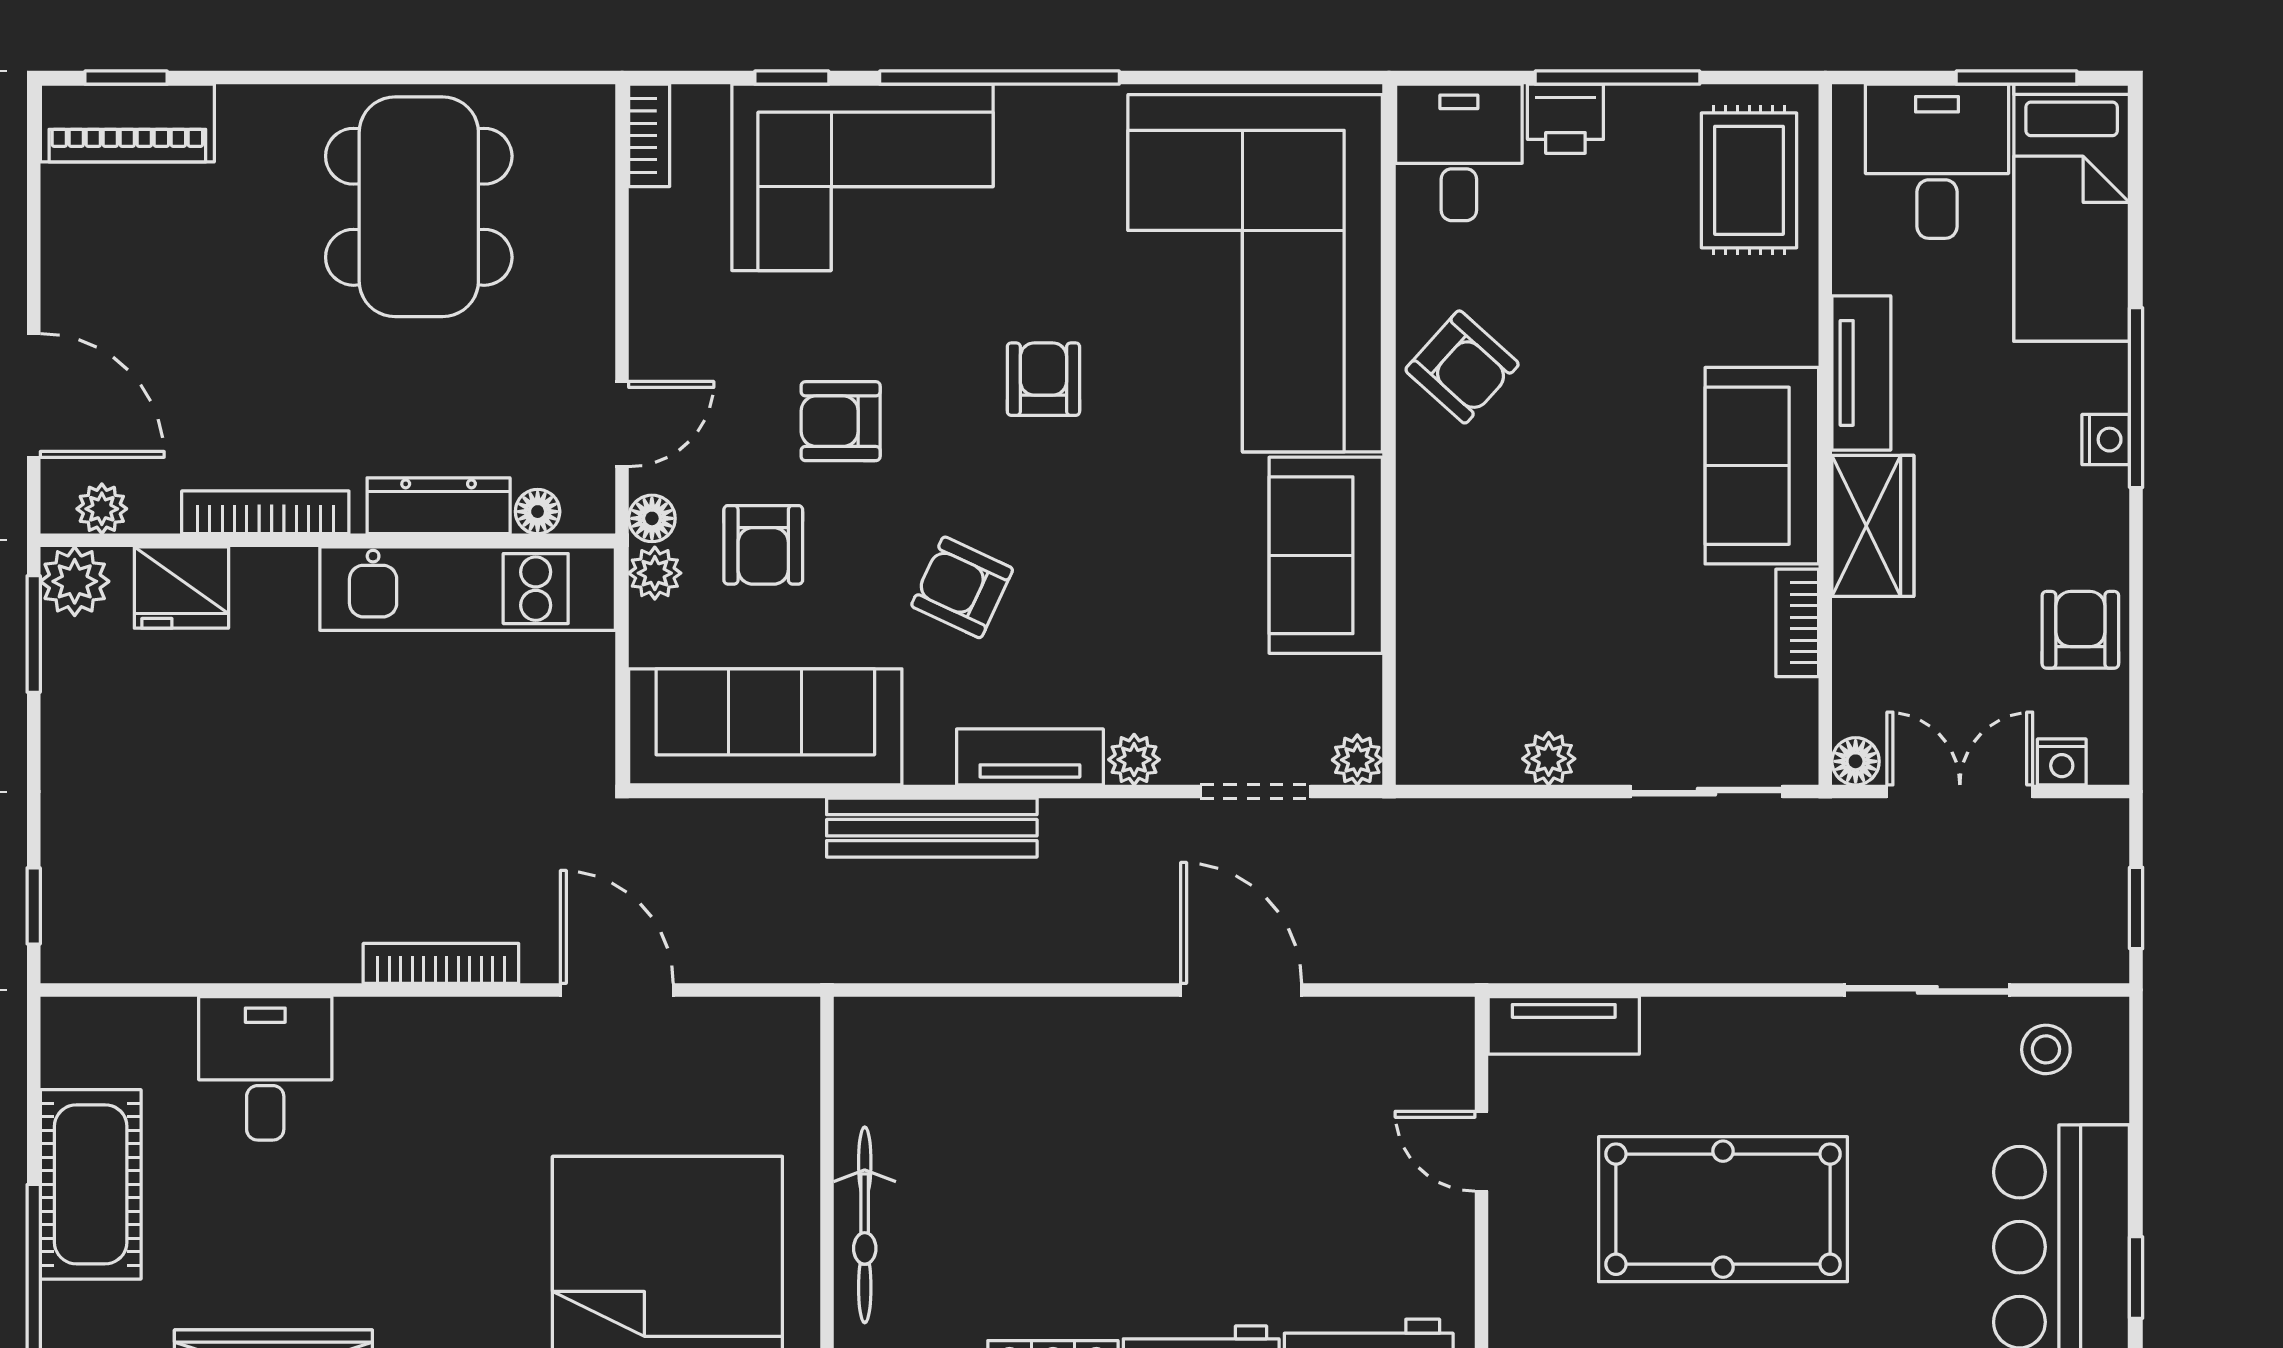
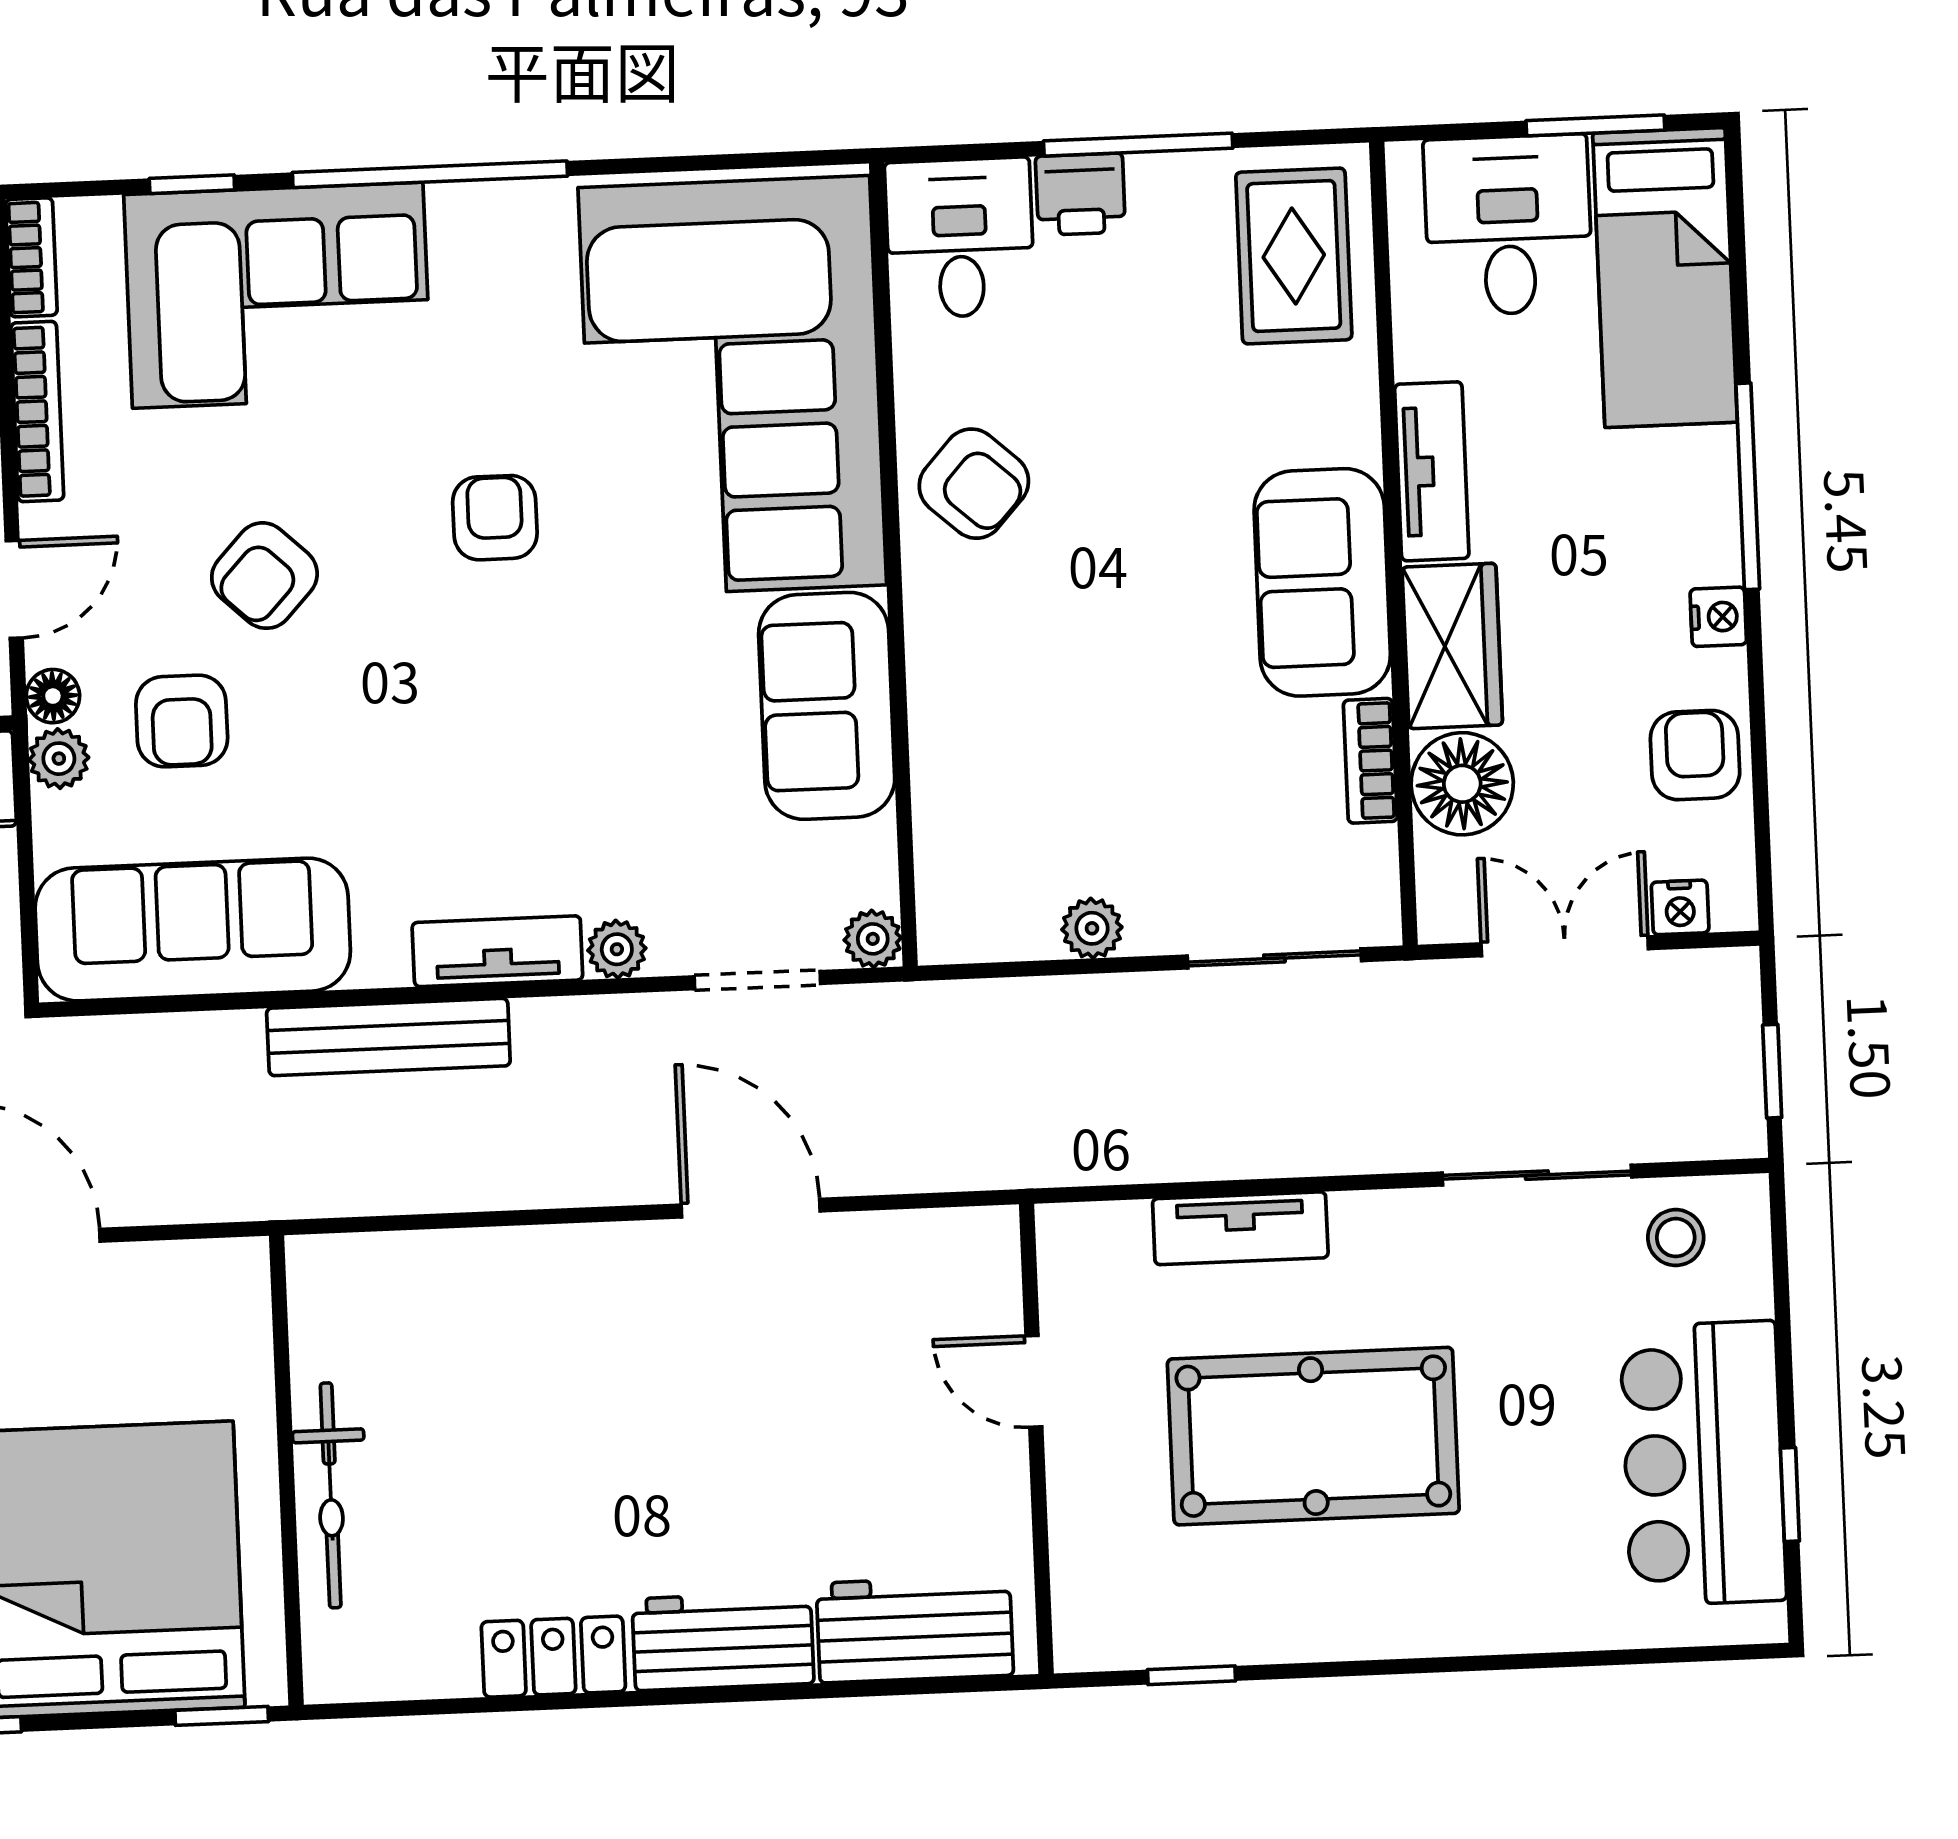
bookcase: (649, 270) -> (37, 411), added
armchair: (841, 421) -> (264, 576), turned -47
nightstand: (2106, 440) -> (1718, 617), moved
armchair: (962, 587) -> (412, 760), removed
floor lamp: (1856, 761) -> (1462, 784), moved, width x1.89, depth x1.89
tv unit: (1564, 1025) -> (1240, 1228), moved

